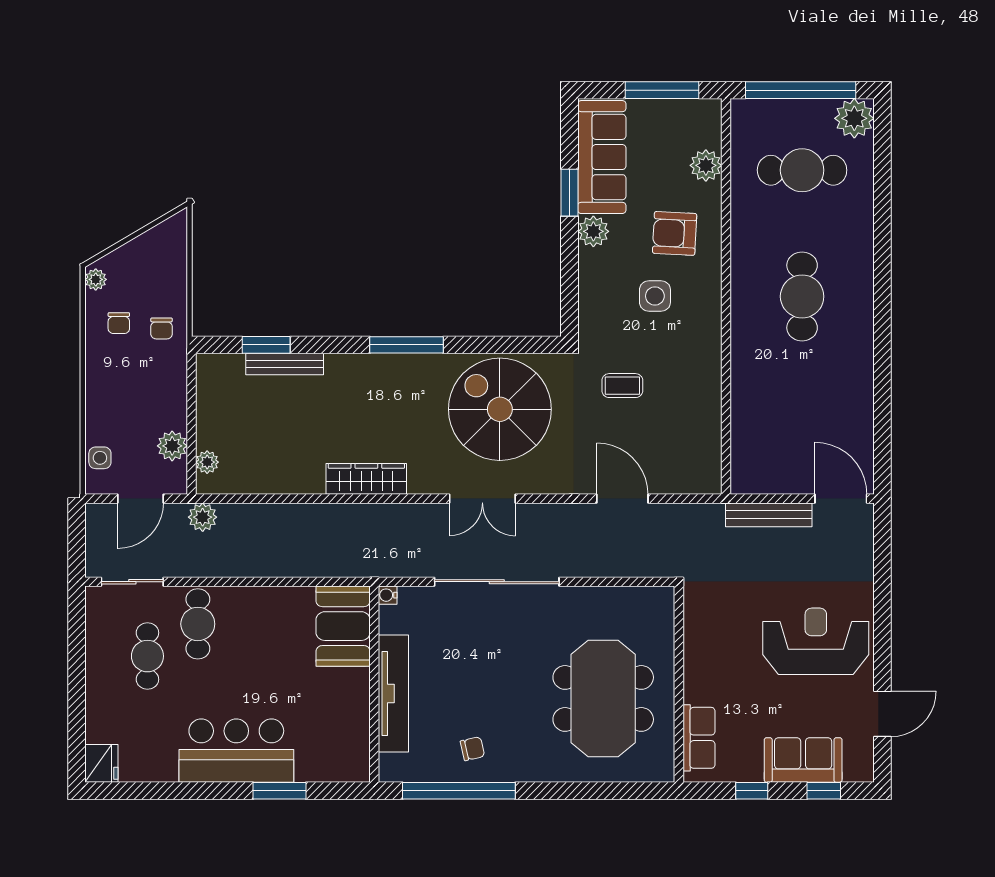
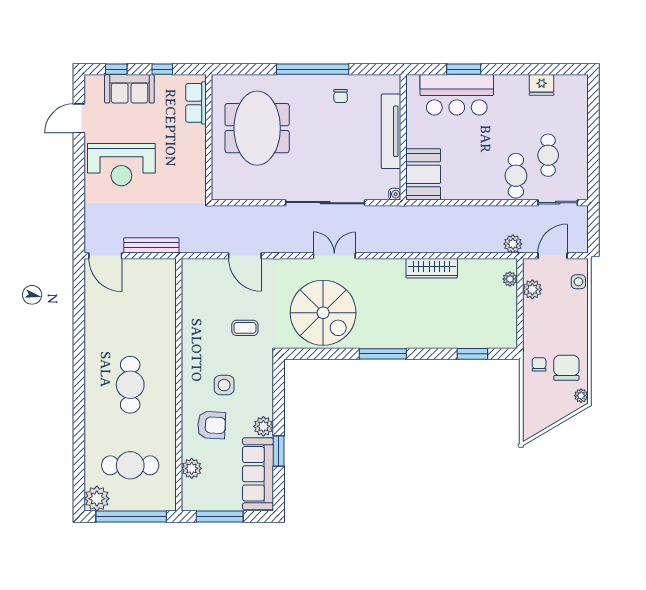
chair: (119, 323) -> (566, 368), width x1.87, depth x1.87
bench: (285, 364) -> (460, 342), removed
wardrobe: (366, 479) -> (432, 268), moved
chair: (472, 749) -> (341, 96), turned -77
bar counter: (236, 751) -> (457, 95), moved
fridge: (101, 763) -> (542, 85), moved, turned -90
window: (459, 791) -> (313, 69), moved

